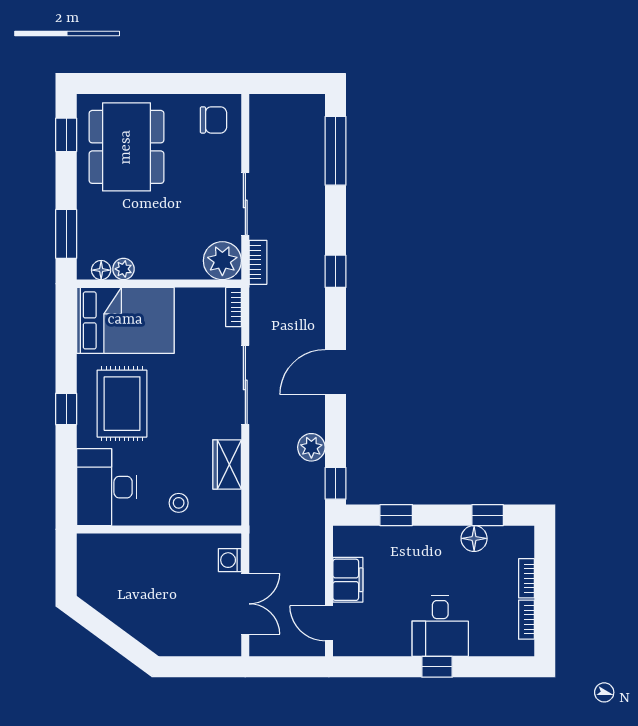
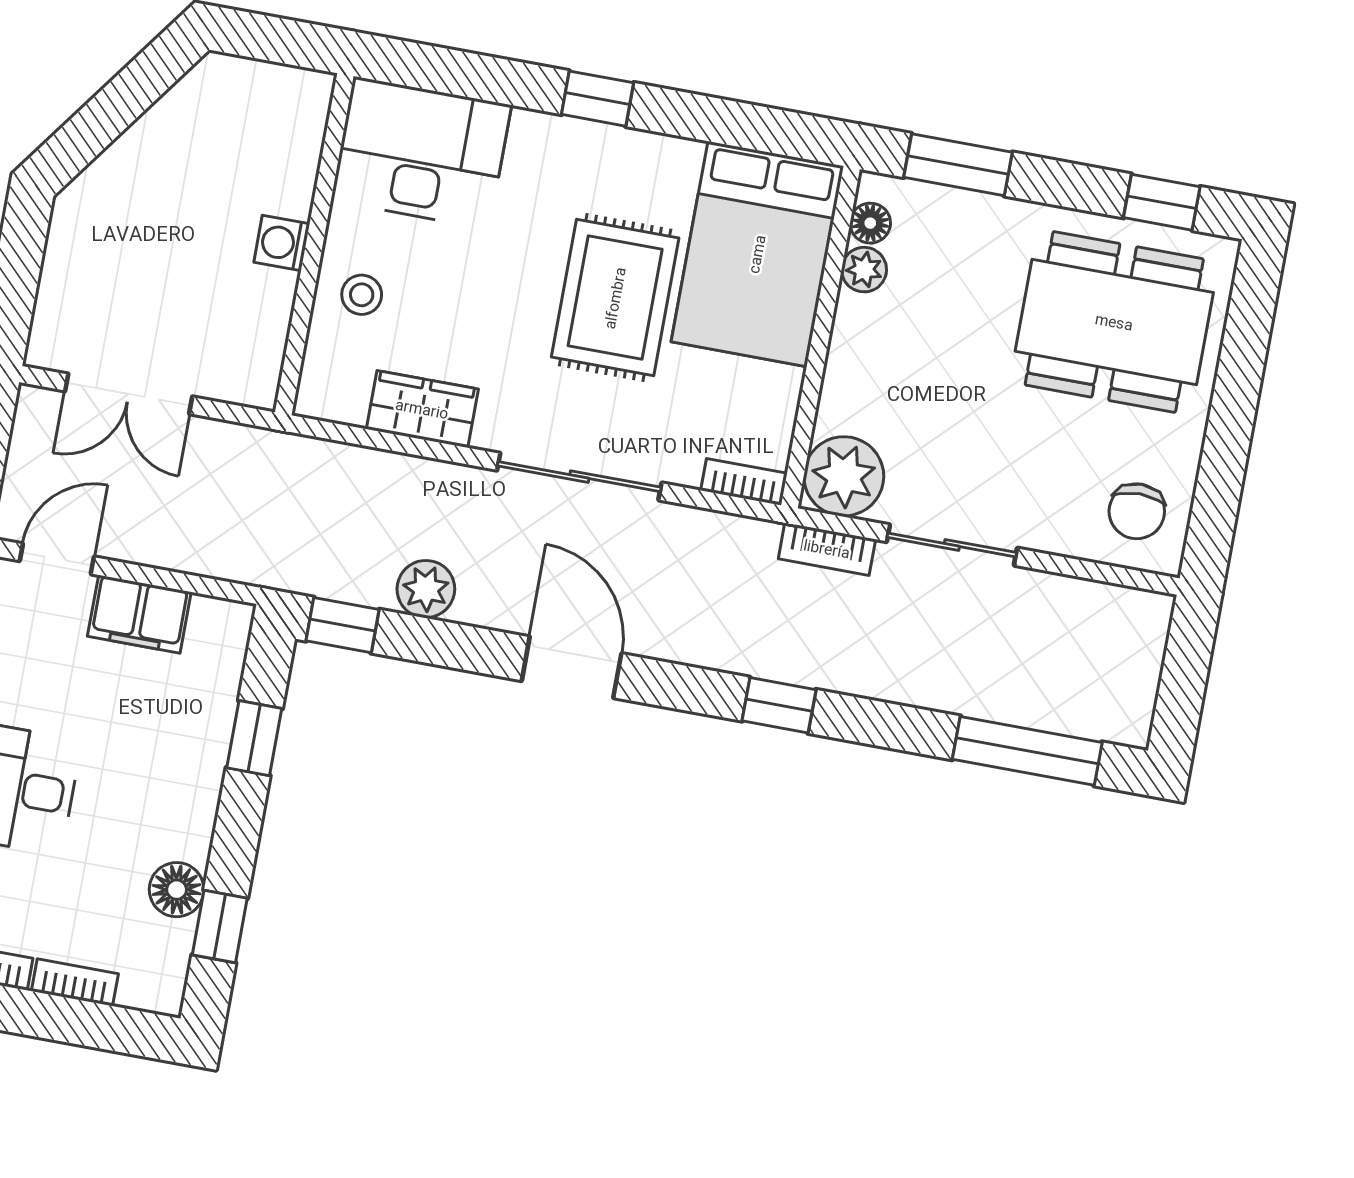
rug: (122, 404) -> (615, 298), moved, turned 90
washing machine: (230, 560) -> (282, 243), moved, turned -90

